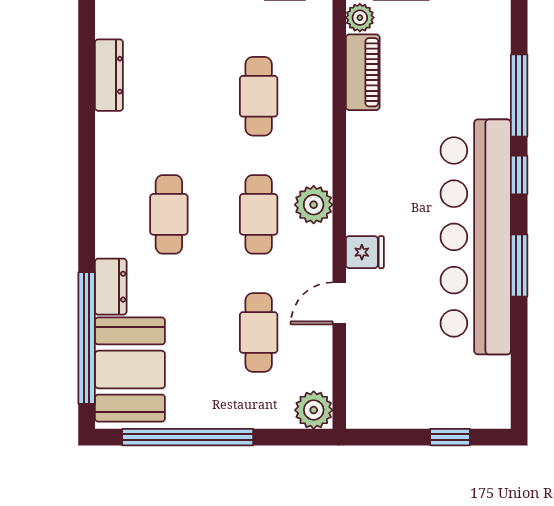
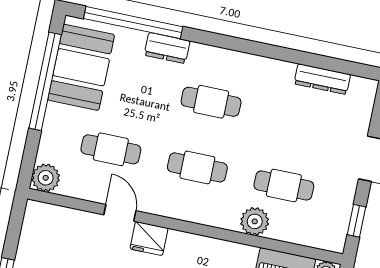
plant: (314, 205) -> (255, 221), moved
fridge: (365, 252) -> (149, 238), width x1.38
booth: (130, 370) -> (81, 67), moved, turned 90

